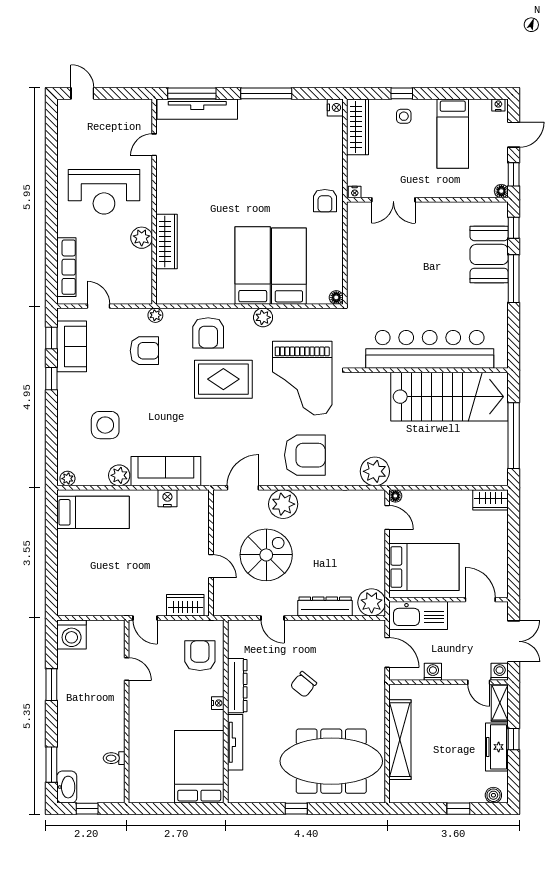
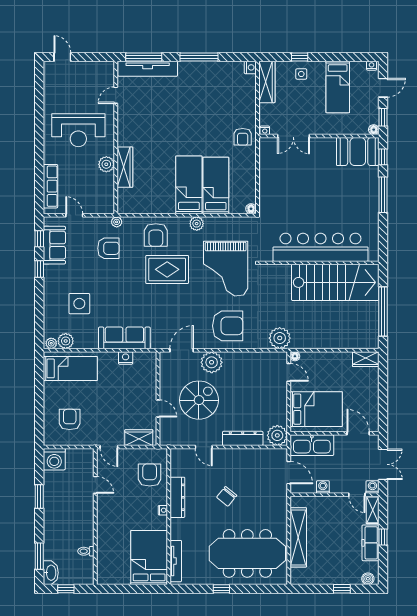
booth: (489, 254) -> (358, 152), moved, turned 90
plant: (119, 475) -> (66, 341), moved
armchair: (92, 581) -> (70, 419), added
tv unit: (235, 742) -> (176, 561), moved

